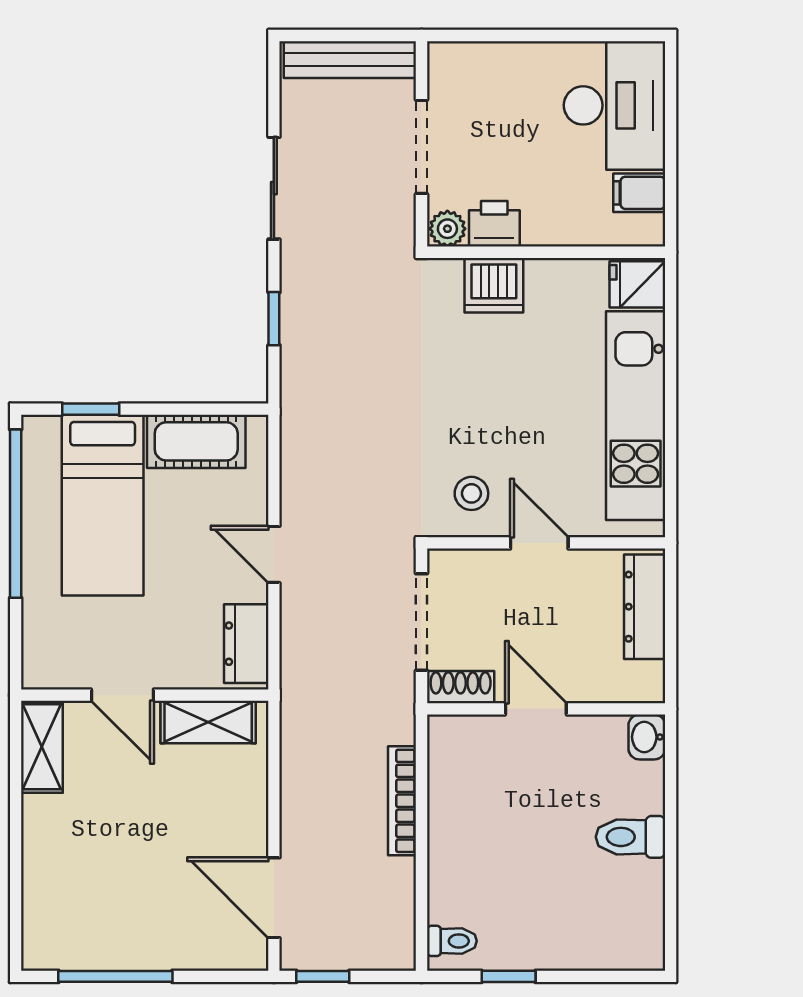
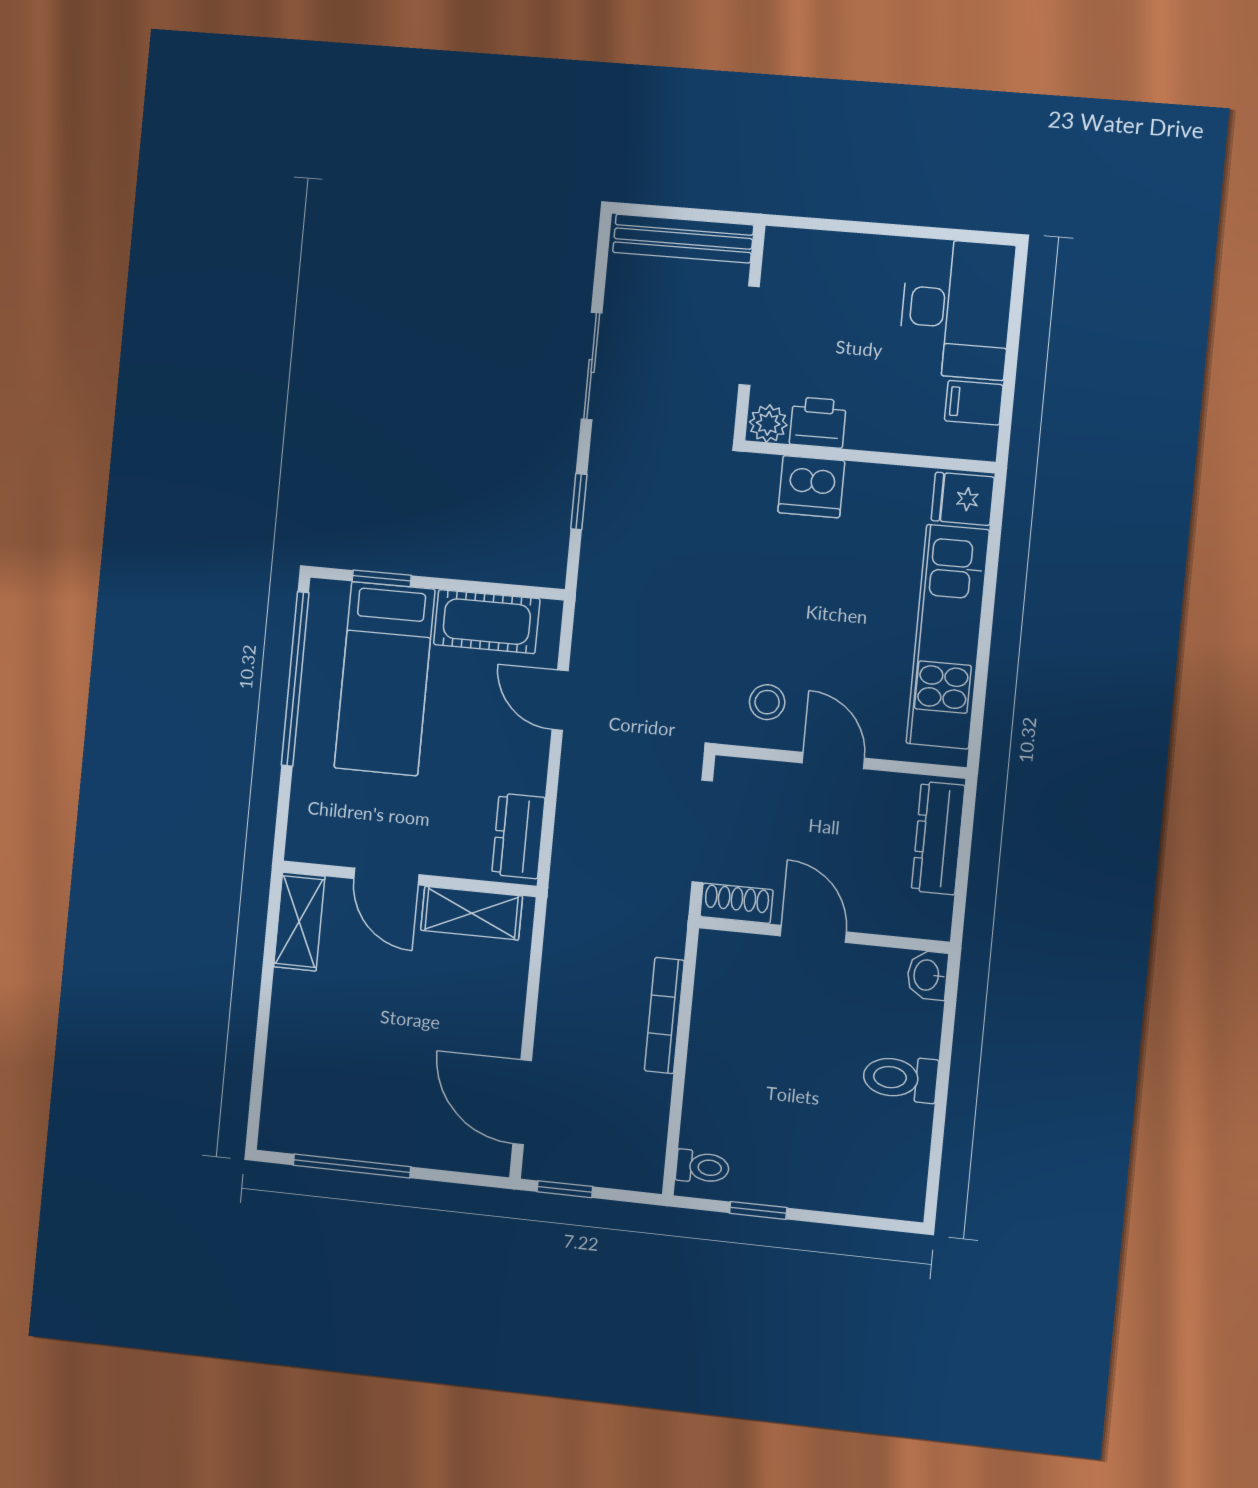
door: (274, 554) -> (560, 700), moved

